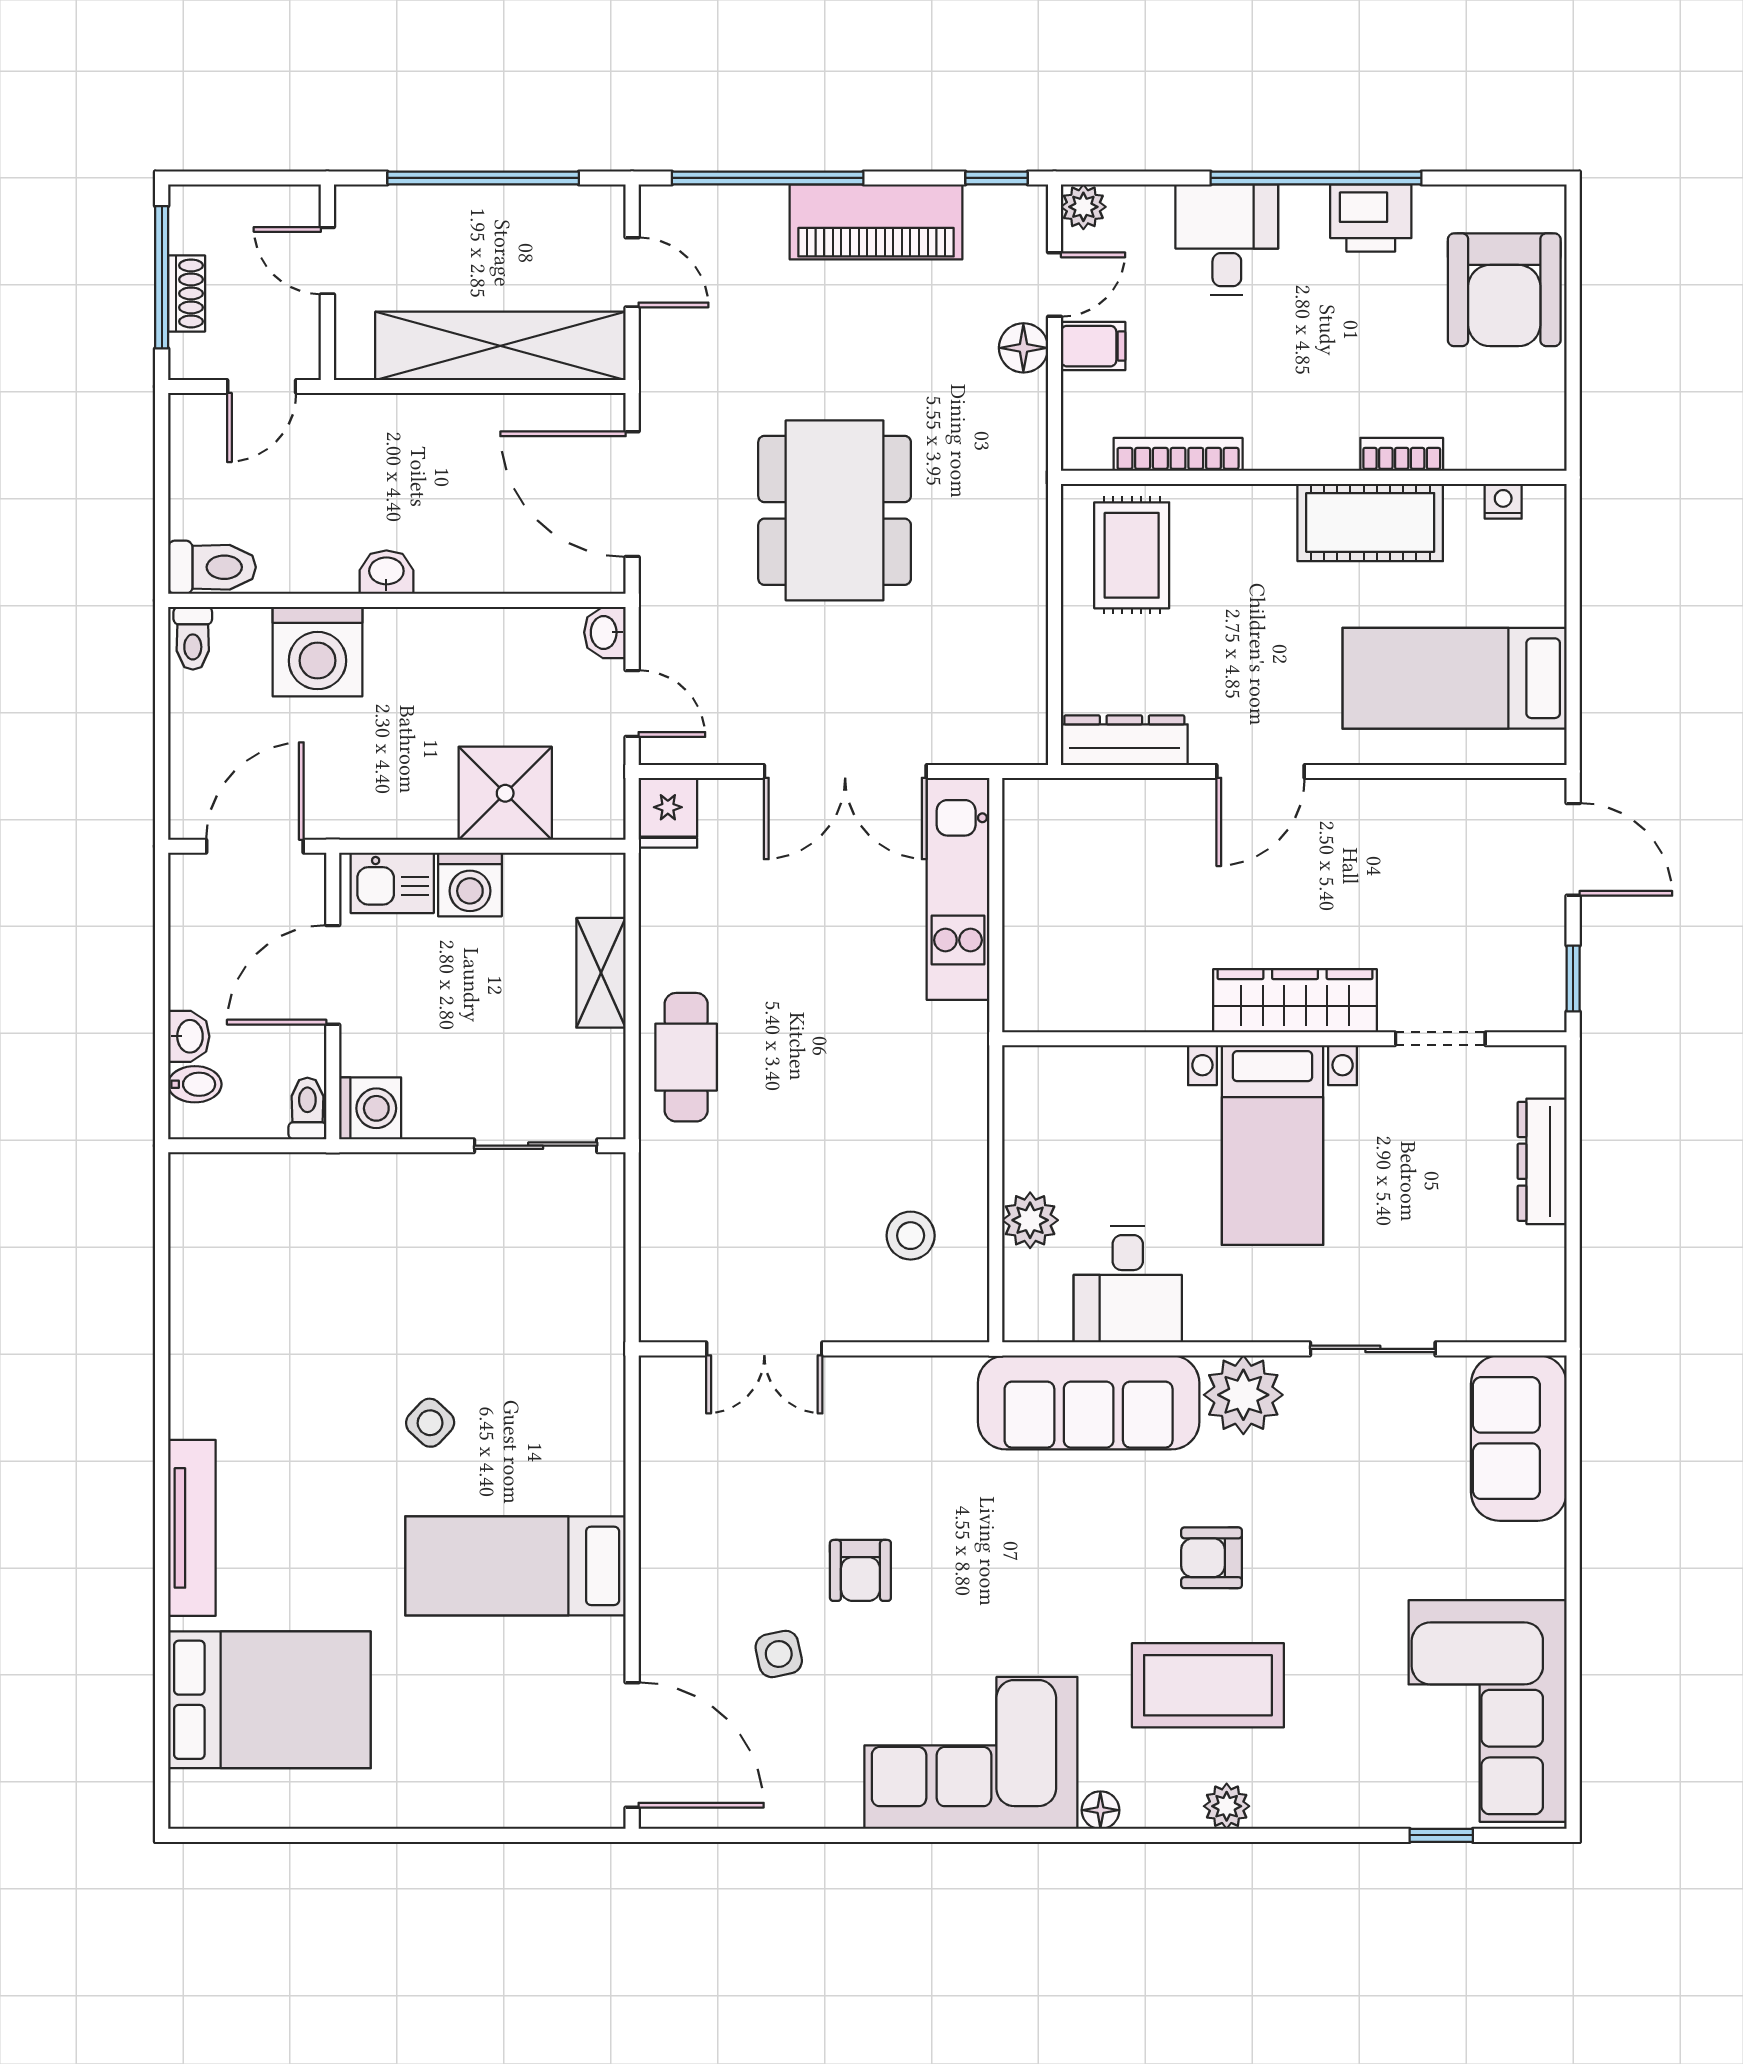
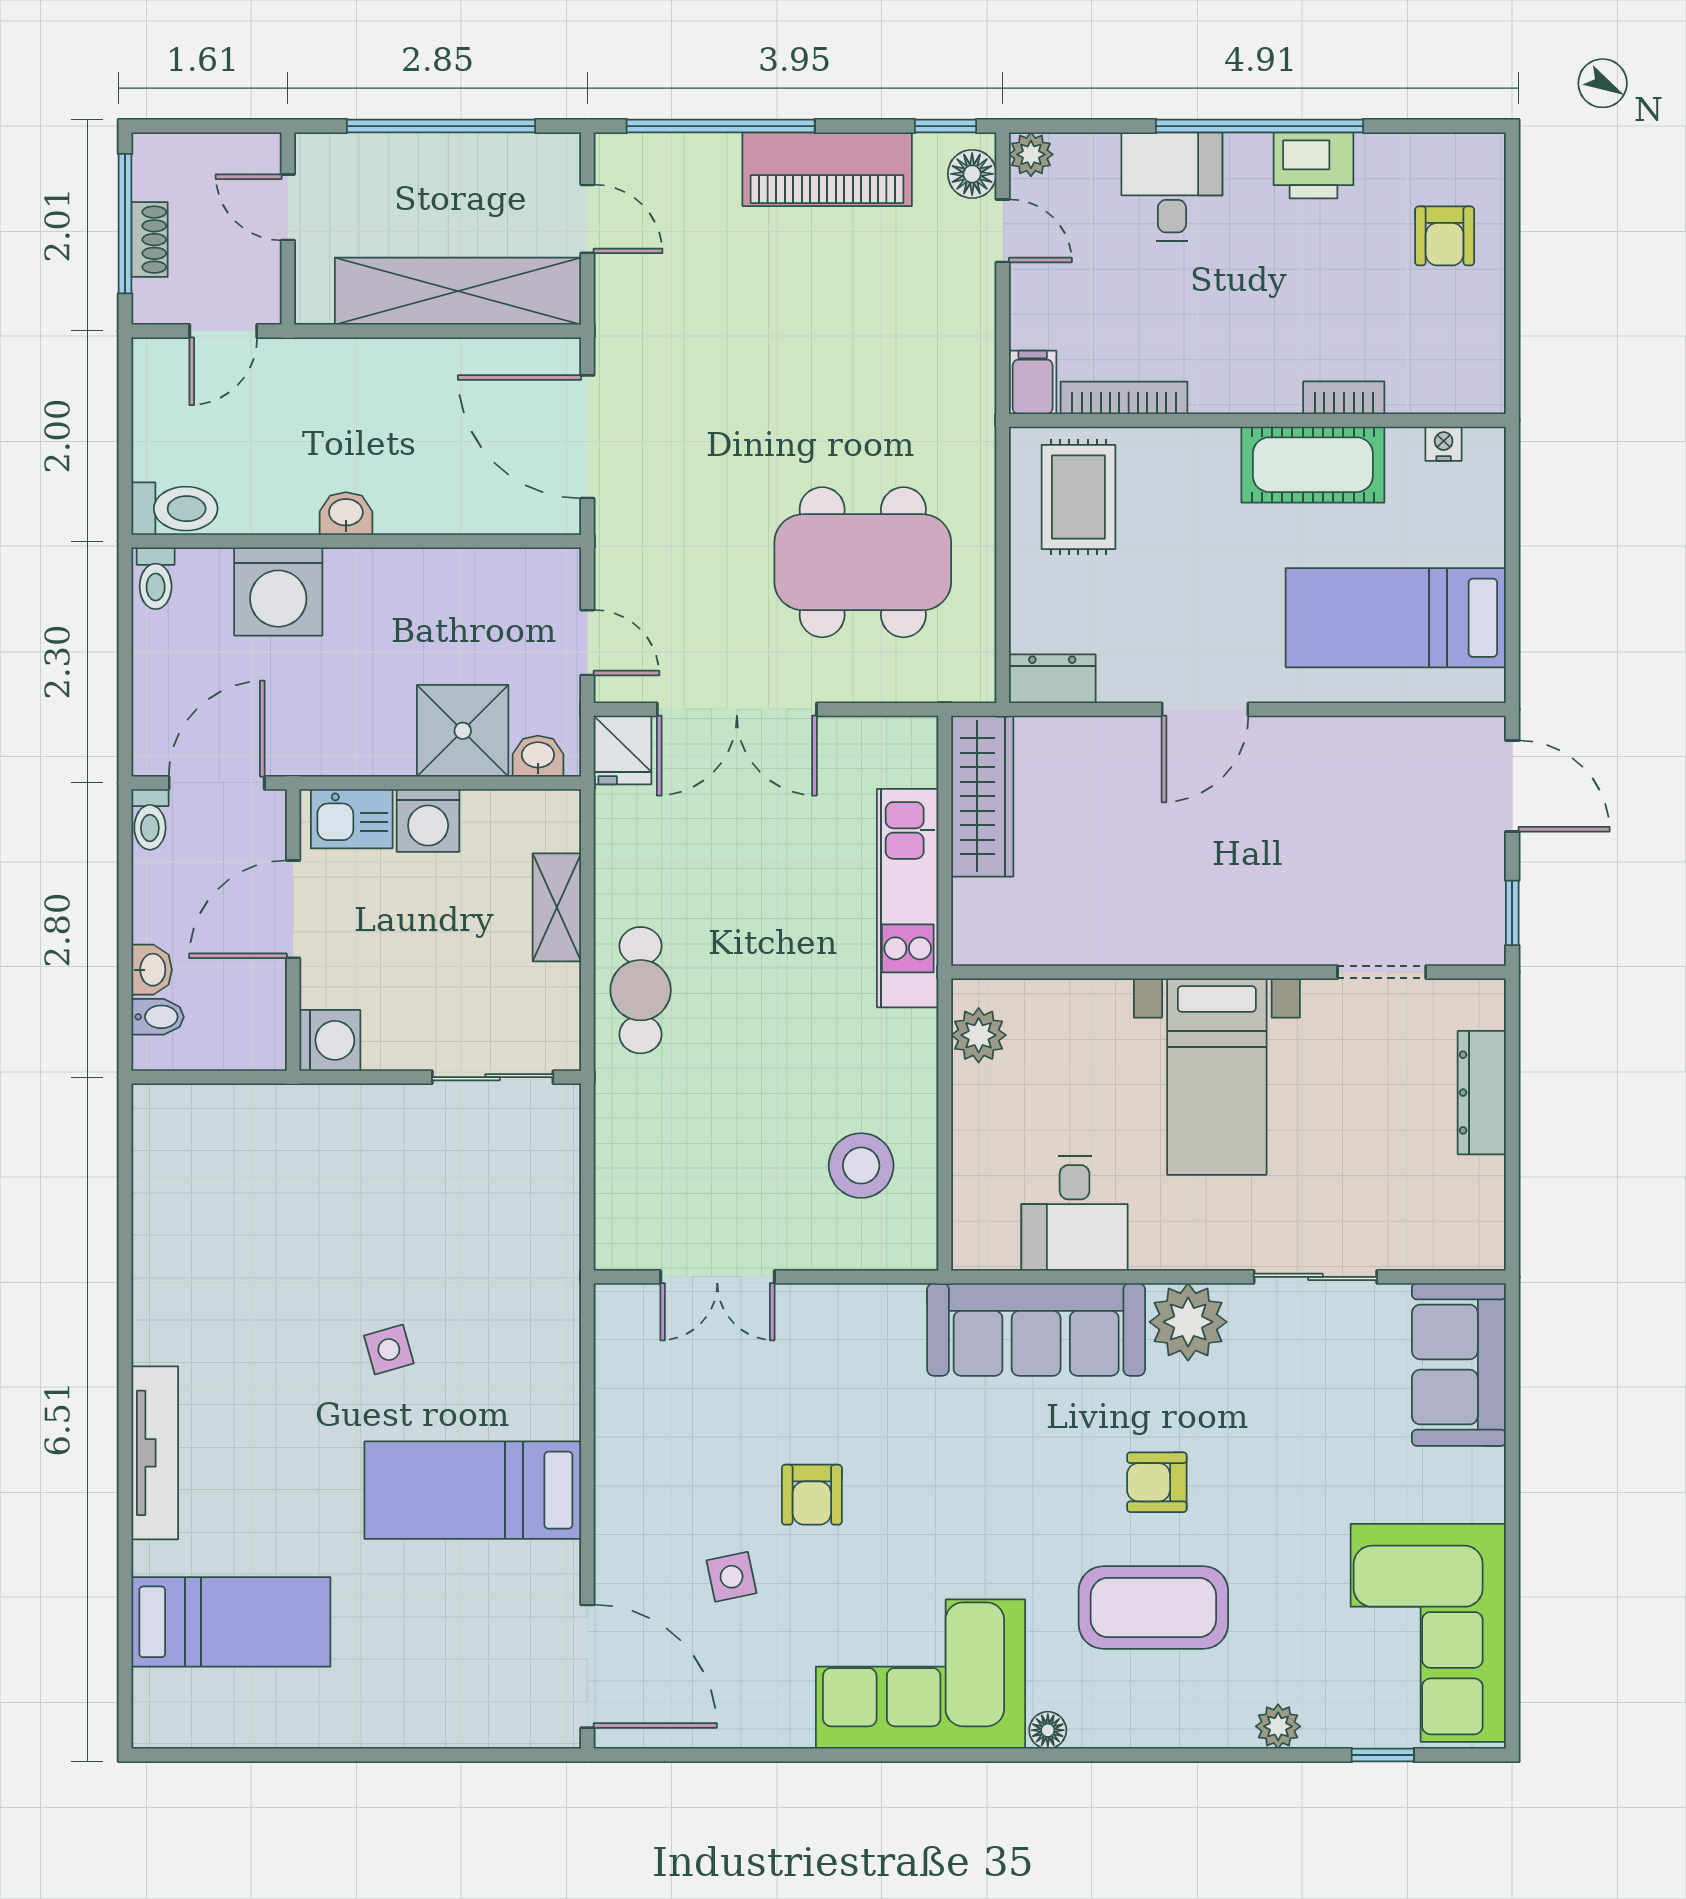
door: (1055, 285) -> (1003, 231), hinge flipped
armchair: (1504, 290) -> (1445, 236), width x0.53, depth x0.53
filing cabinet: (1093, 346) -> (1033, 382), moved, turned -90
floor lamp: (1023, 348) -> (972, 174), moved
dining table: (835, 510) -> (863, 562), moved, turned 90
washbasin: (605, 632) -> (538, 756), moved, turned 90
dresser: (1124, 740) -> (1052, 679), width x0.70
double door: (845, 771) -> (737, 709), moved
kitchen unit: (958, 889) -> (908, 898), moved
wardrobe: (1295, 1001) -> (982, 796), moved, turned 90
toilet: (307, 1108) -> (150, 819), moved, turned 180
plant: (1030, 1220) -> (979, 1035), moved
stool: (911, 1236) -> (861, 1166), width x1.38, depth x1.38
side table: (430, 1423) -> (389, 1349), turned 31
bed: (269, 1700) -> (231, 1622), width x0.67
plant: (1227, 1806) -> (1278, 1726), moved

